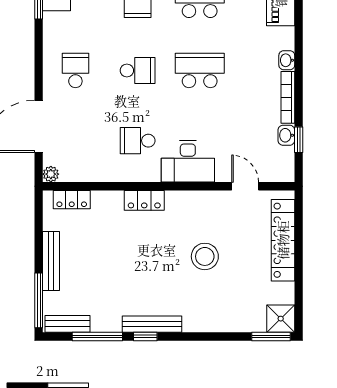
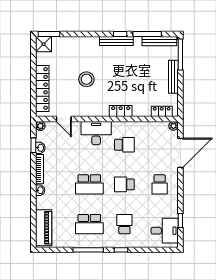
plant: (286, 174) -> (40, 126), added
bench: (68, 324) -> (159, 41), width x1.36

